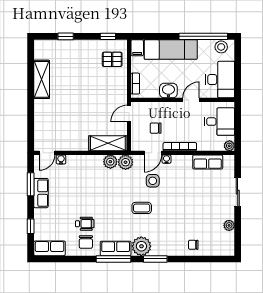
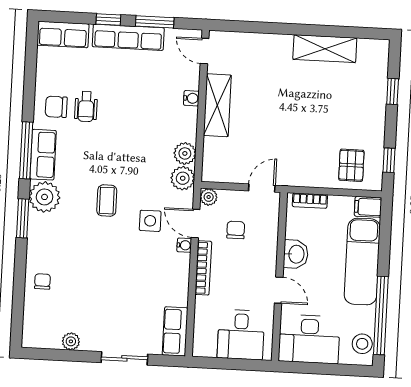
door: (129, 113) -> (262, 188), hinge flipped
shelving: (108, 143) -> (217, 105), moved
plant: (229, 146) -> (209, 197), moved
water cooler: (61, 159) -> (191, 98), moved
row of seats: (208, 162) -> (175, 331), moved
row of seats: (41, 193) -> (128, 37), width x1.48
window: (31, 226) -> (108, 19), moved
row of seats: (50, 248) -> (63, 35), moved, turned 90

